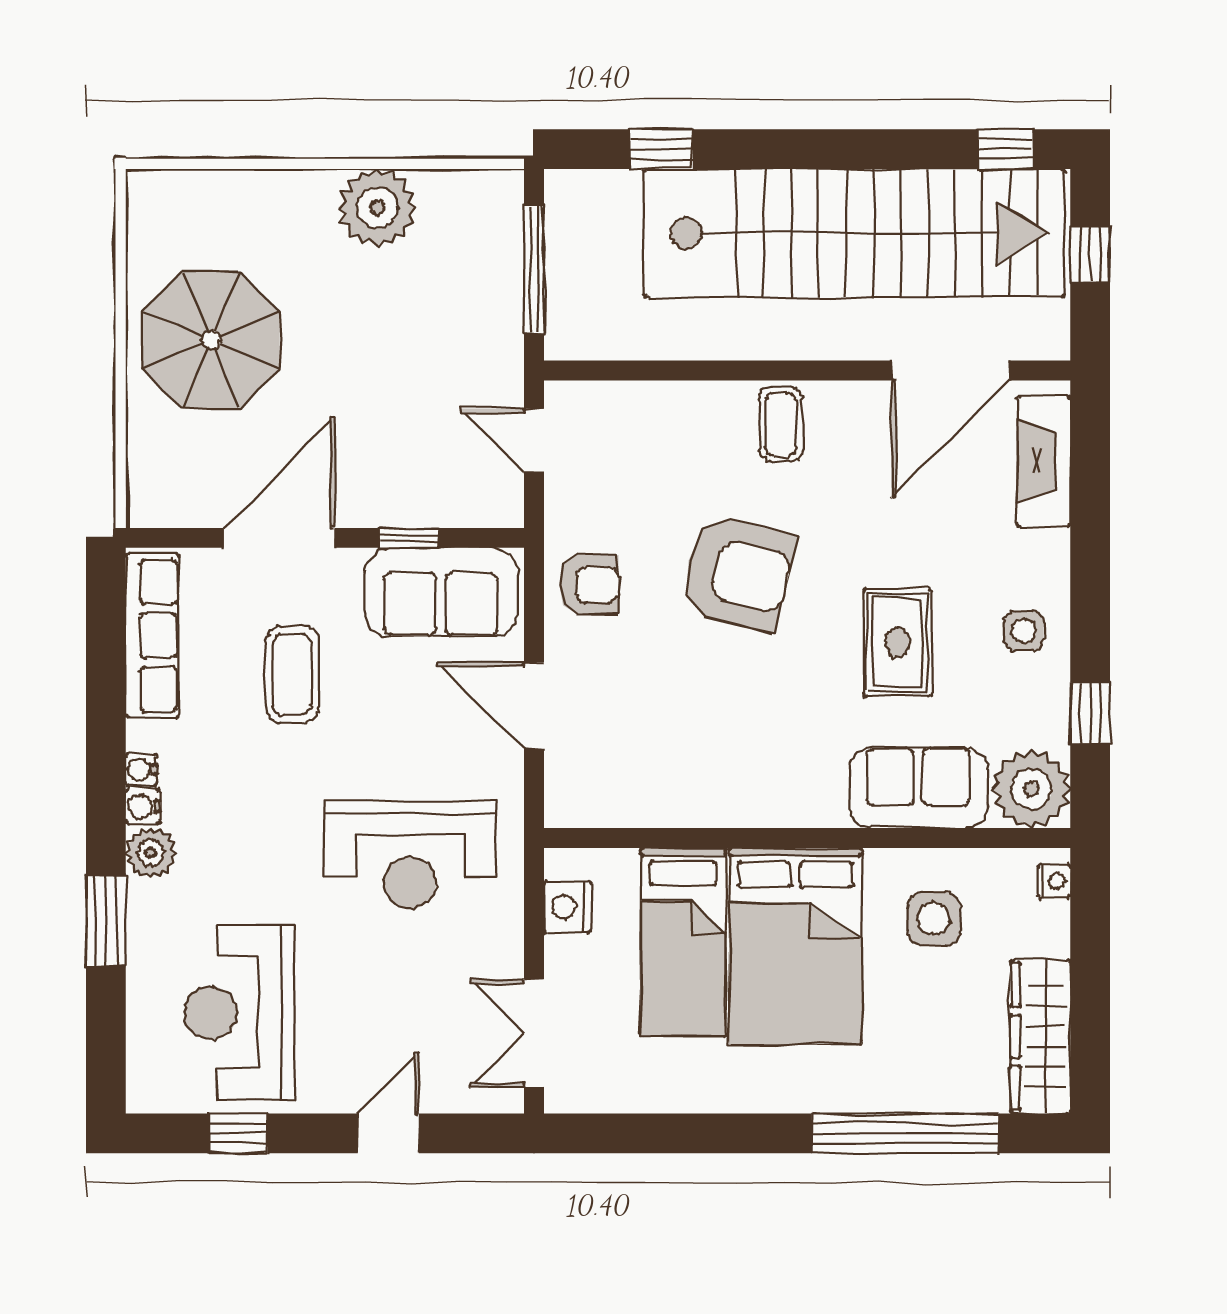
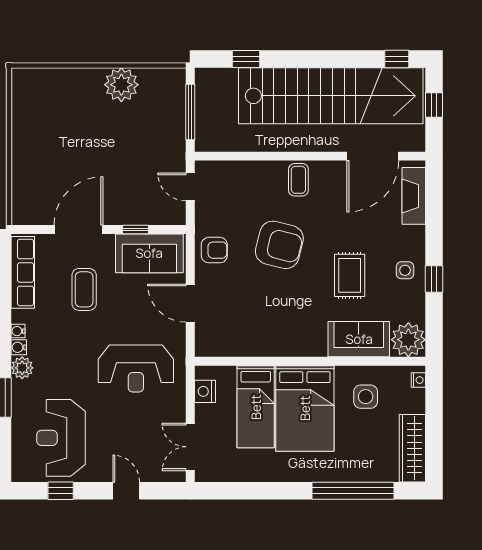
parasol: (211, 340) -> (49, 143), removed
window: (1090, 713) -> (434, 279), moved
door: (388, 1133) -> (126, 491), hinge flipped

